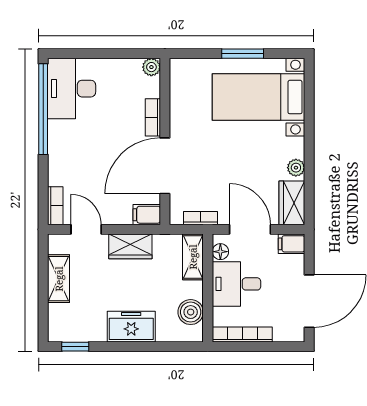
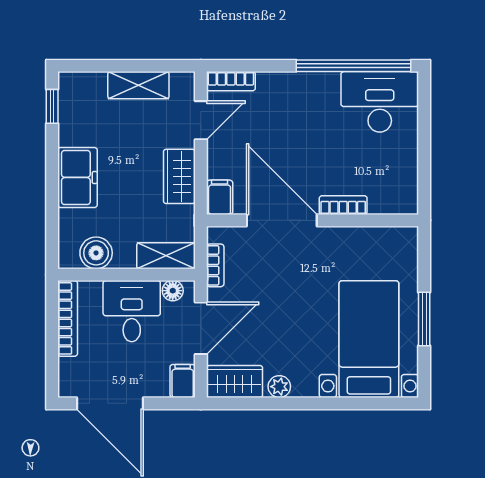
plant: (151, 67) -> (407, 203), removed

